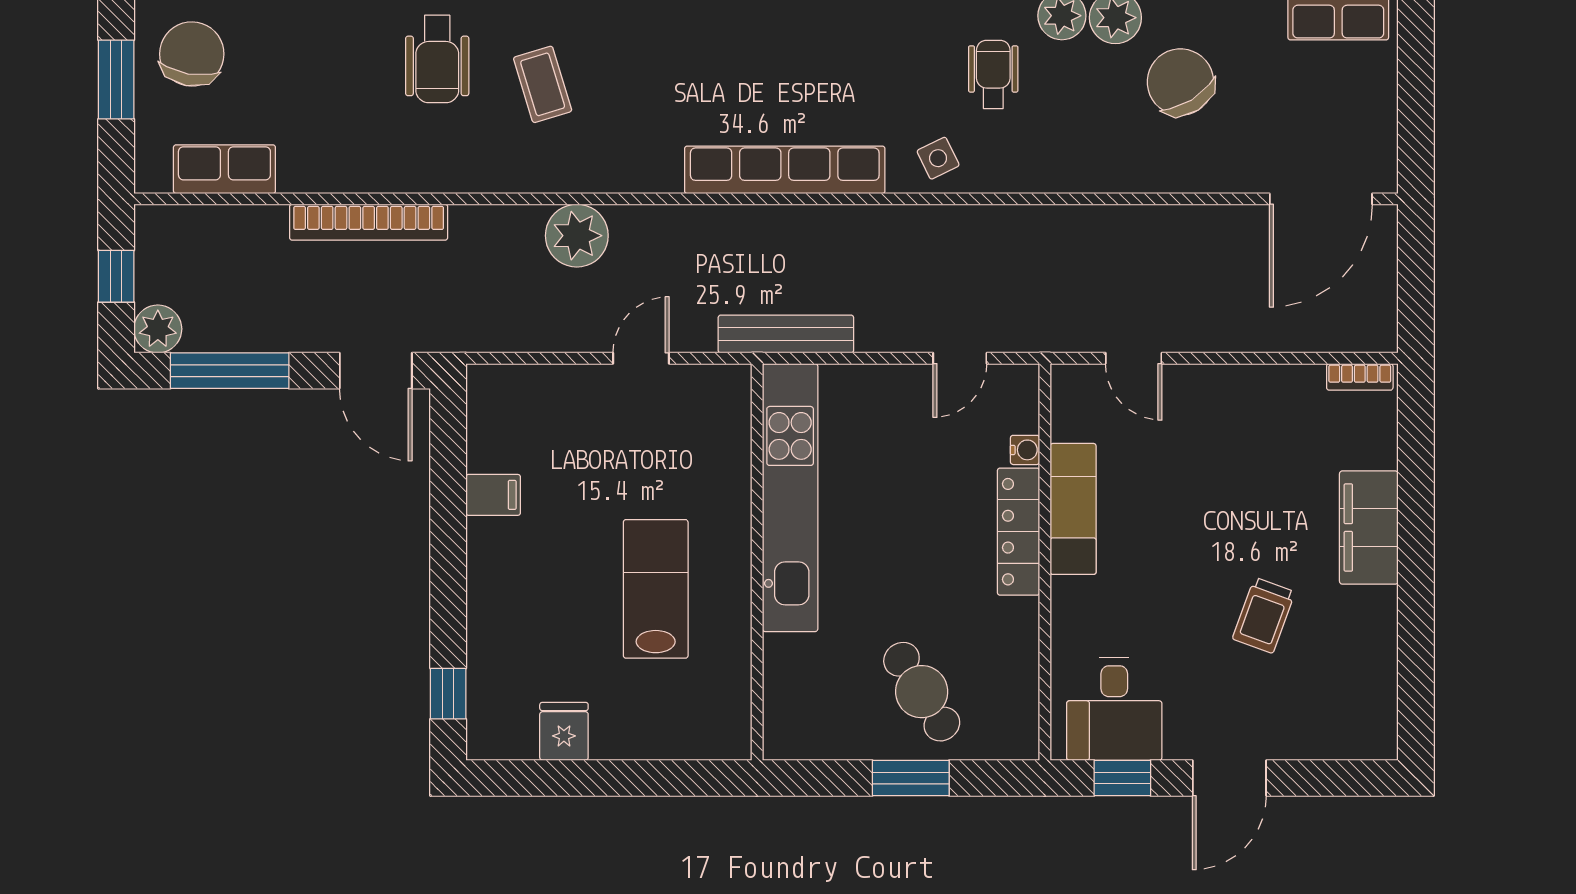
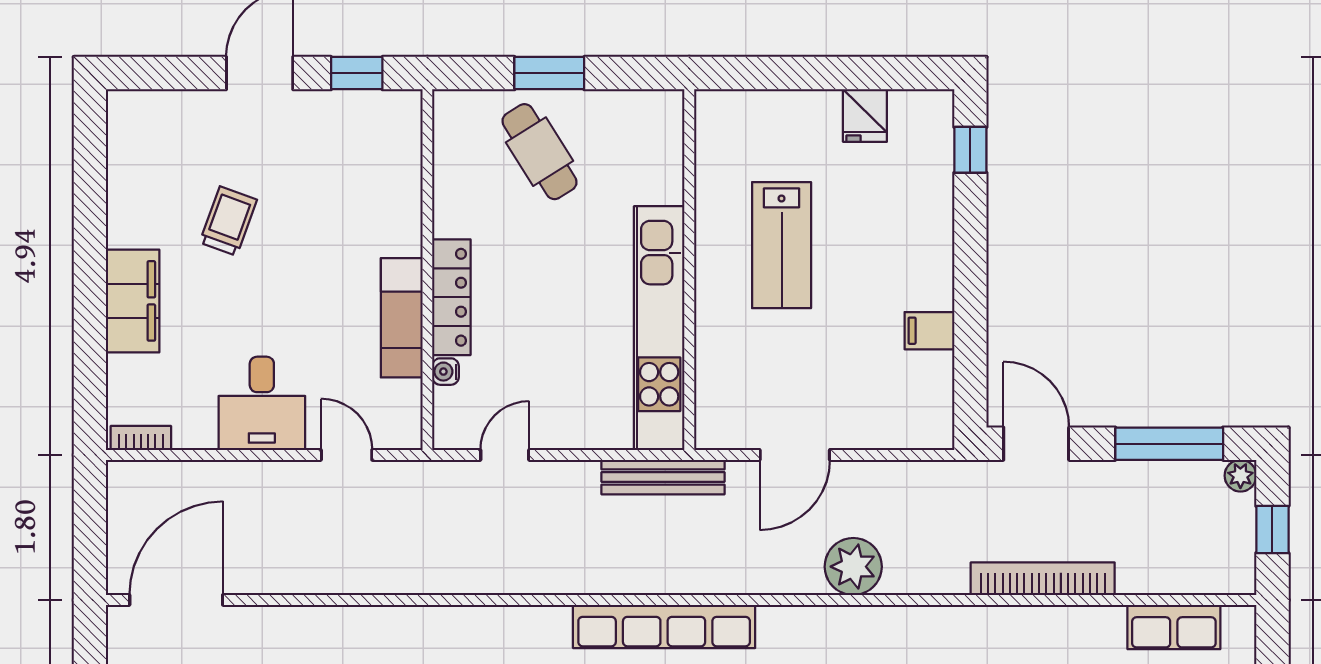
side table: (938, 158) -> (525, 637), removed
plant: (158, 329) -> (1240, 476), width x0.73, depth x0.73
door: (641, 358) -> (795, 455), width x1.38
desk: (1114, 709) -> (262, 403), moved, turned 180

